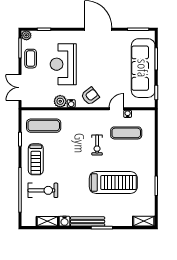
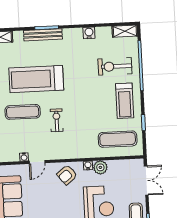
exercise mat: (126, 133) -> (23, 112), moved
treadmill: (36, 159) -> (125, 101), turned 180
shelving: (47, 221) -> (125, 31), moved
bench: (88, 221) -> (43, 35), moved

